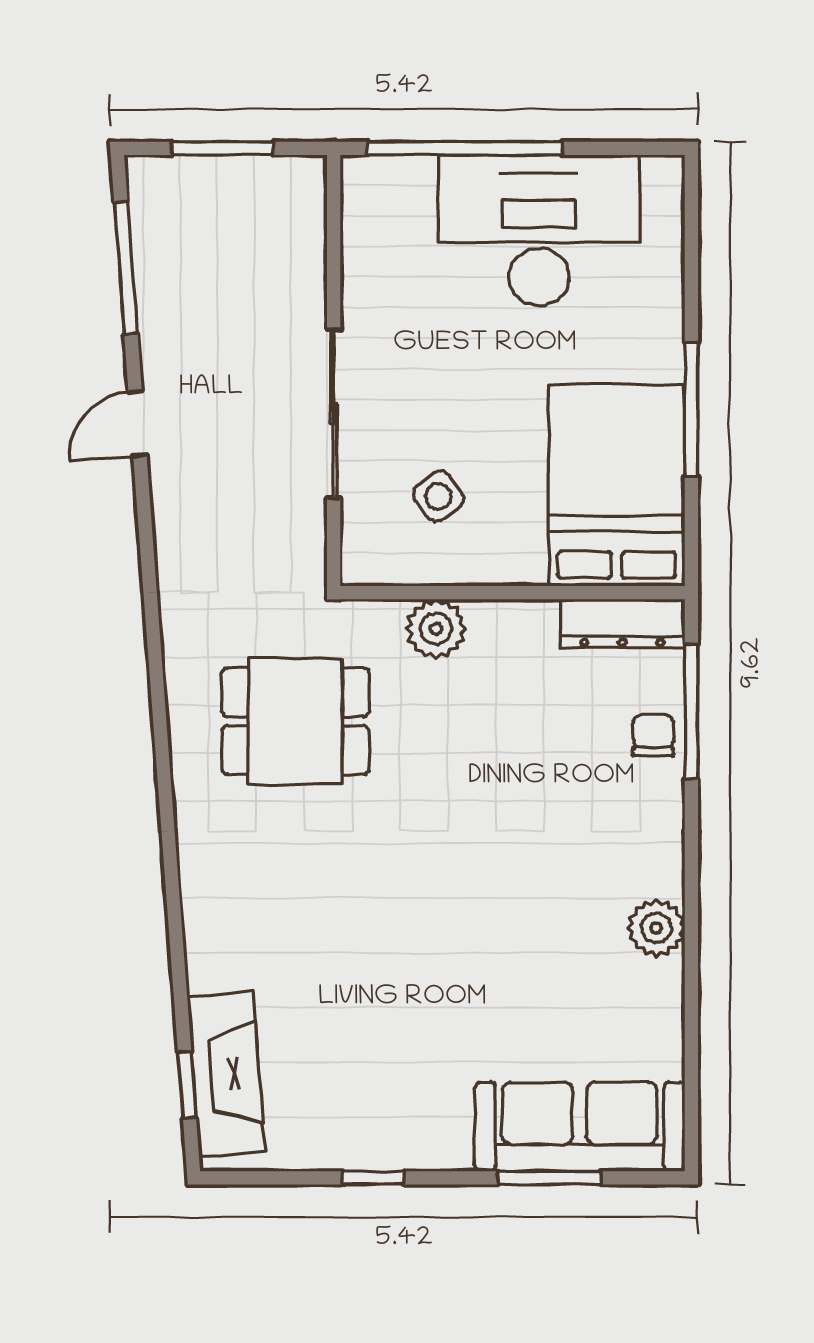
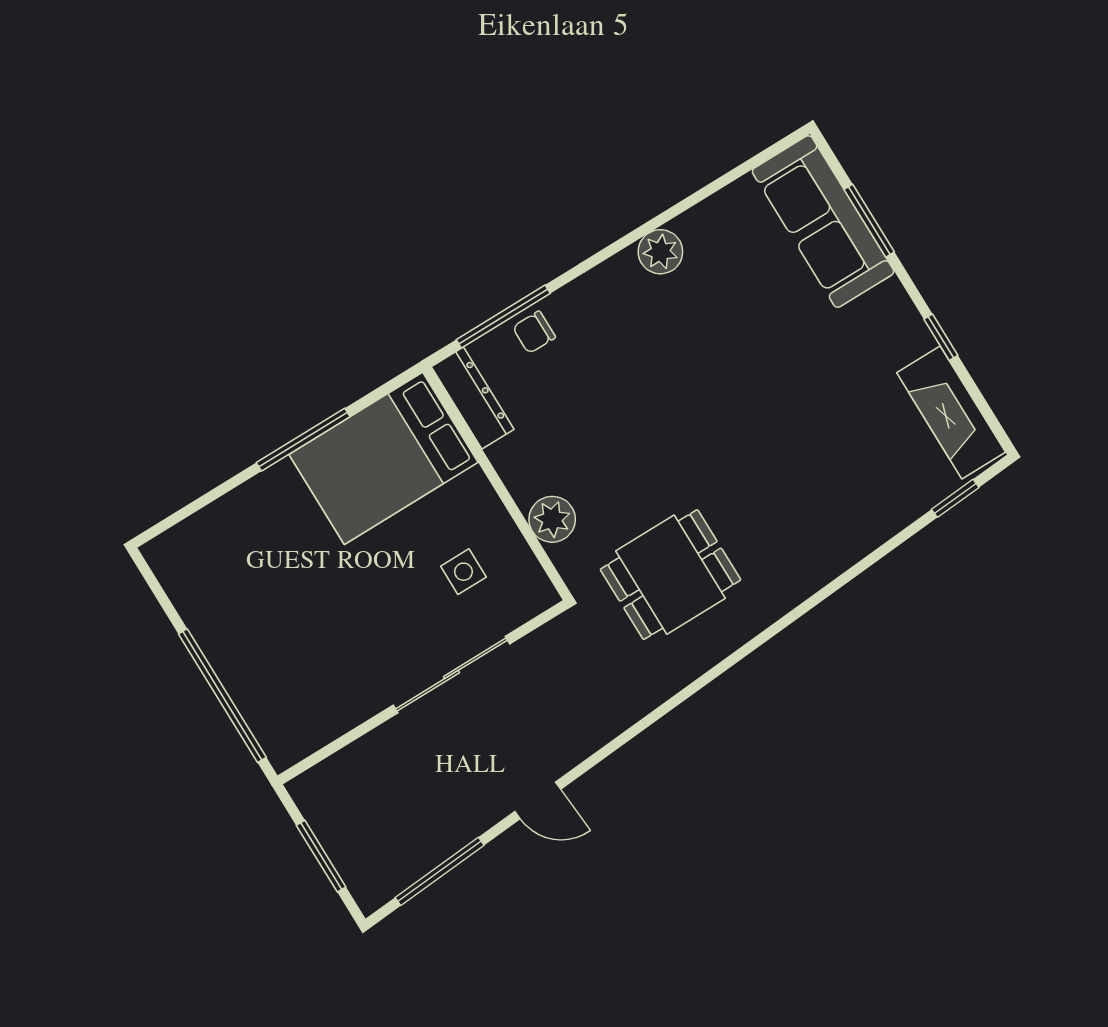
desk: (539, 230) -> (246, 613), removed
side table: (438, 496) -> (463, 572), turned 36
dining table: (295, 721) -> (670, 575), turned 90
fireplace: (226, 1074) -> (951, 412), moved, turned -86

